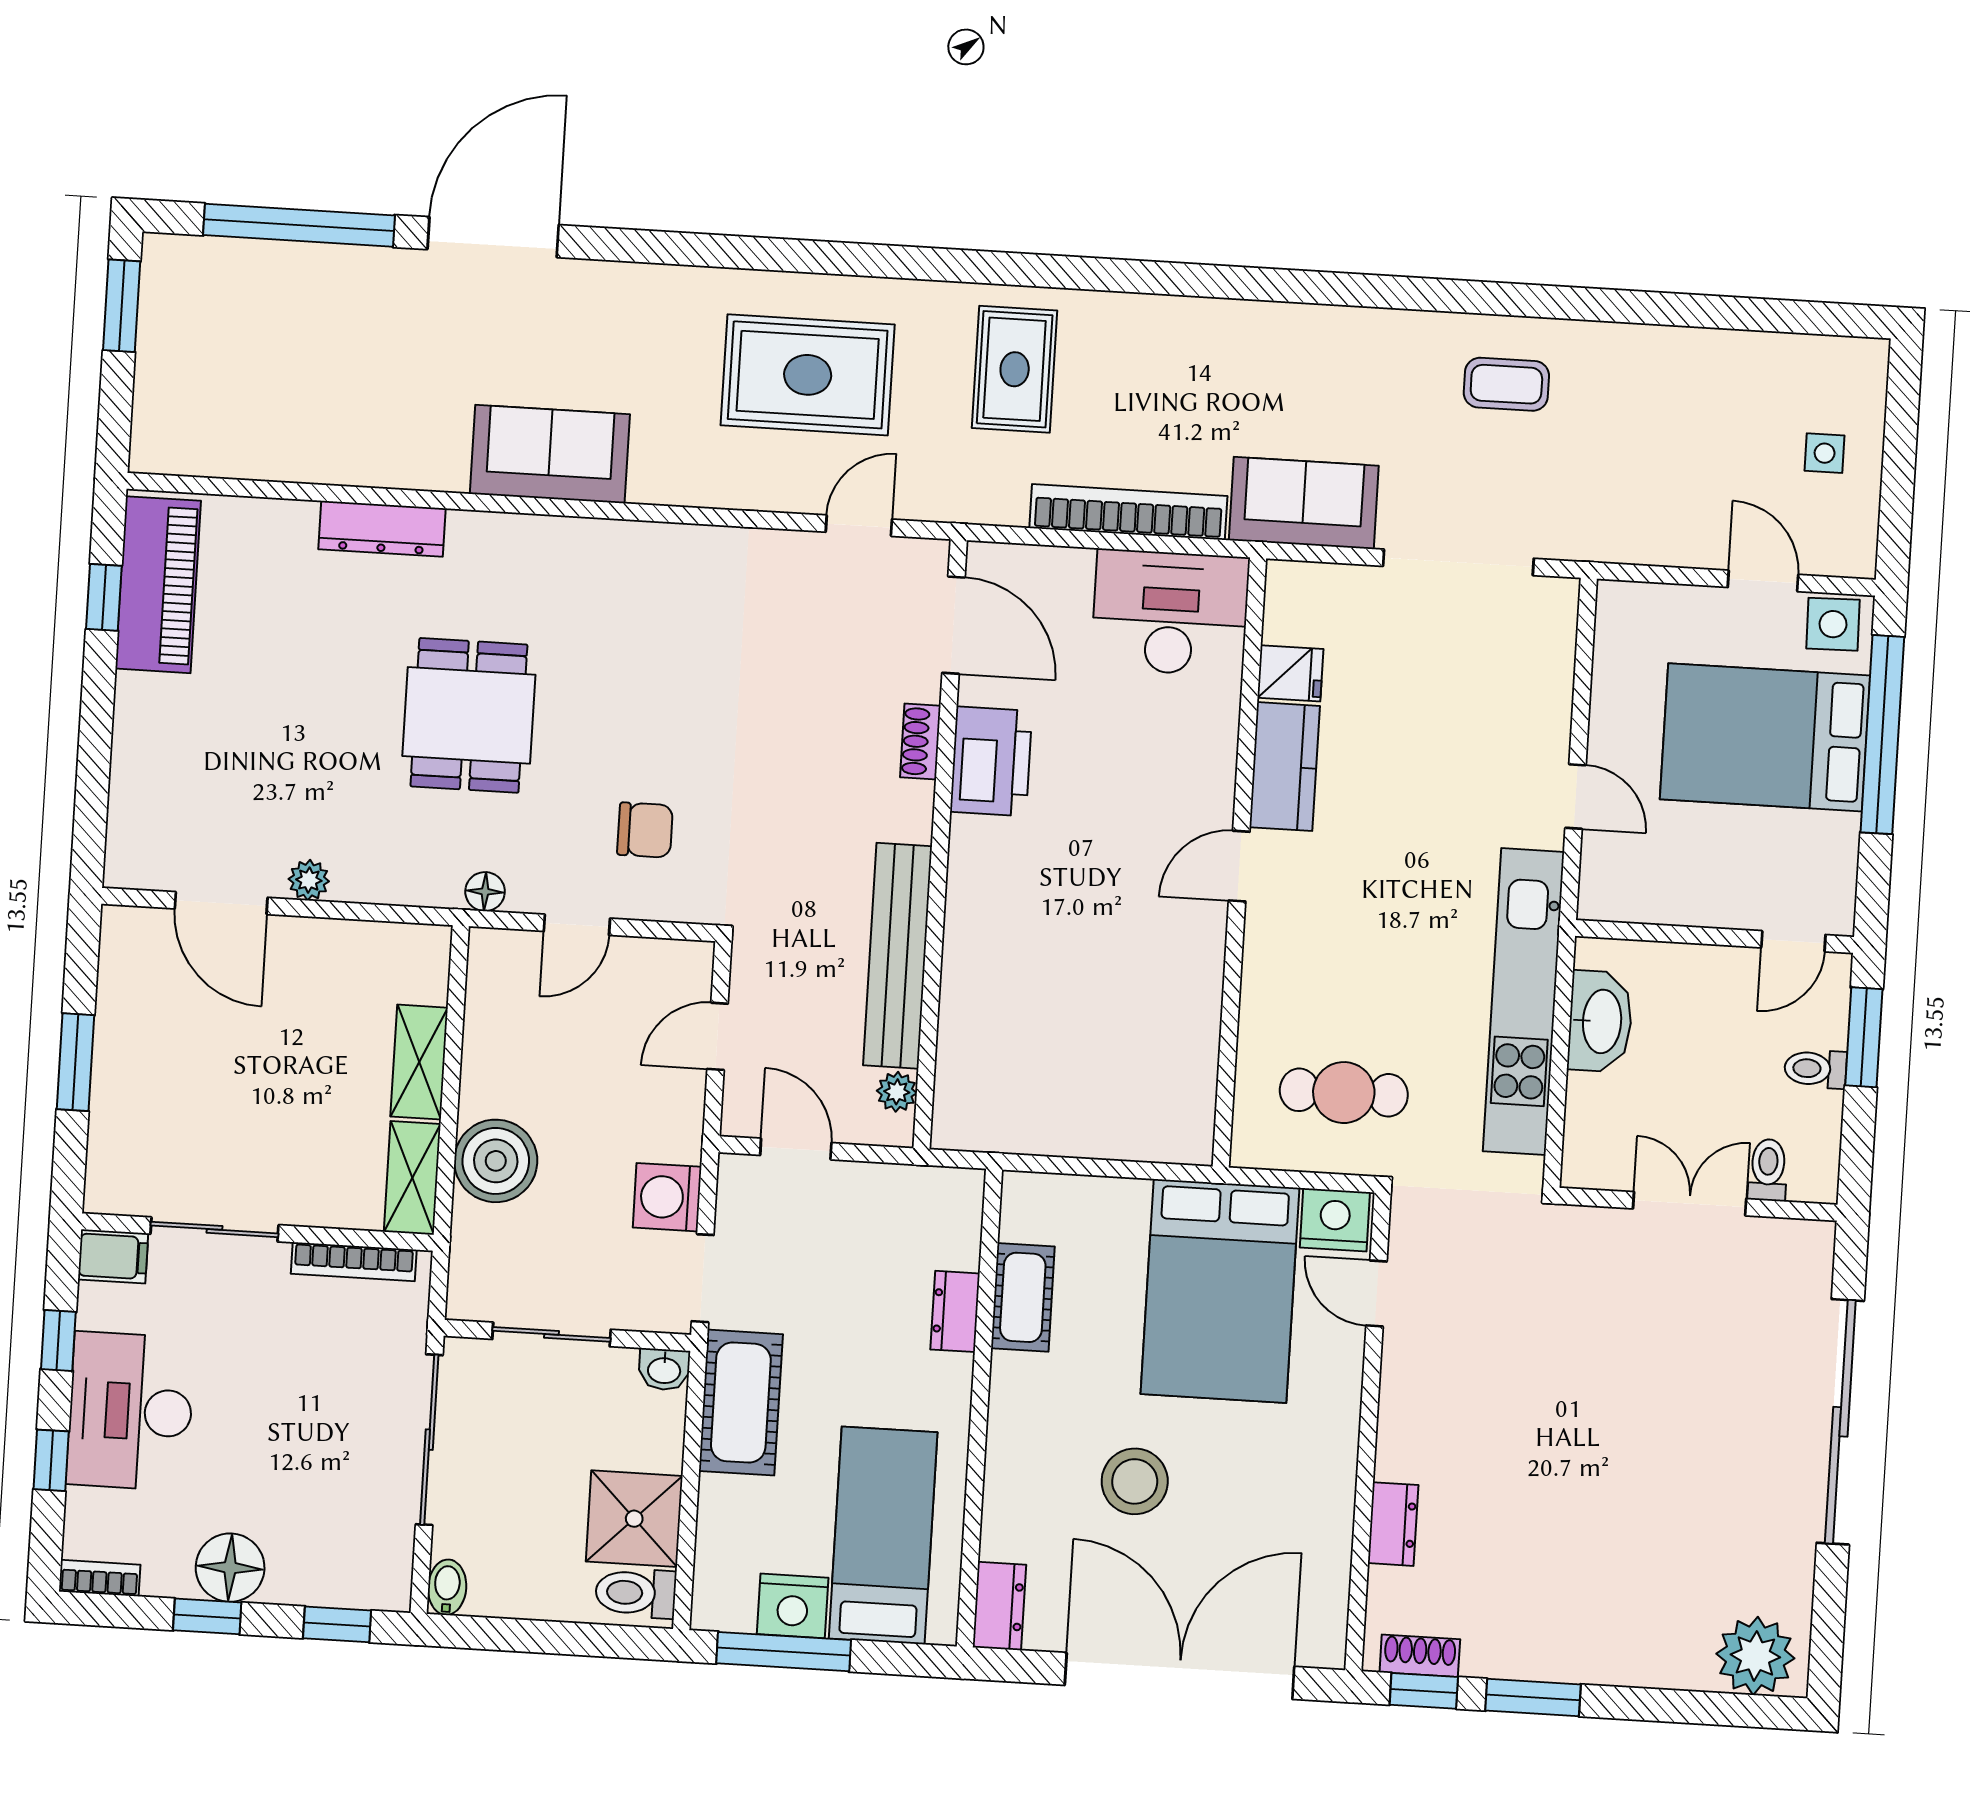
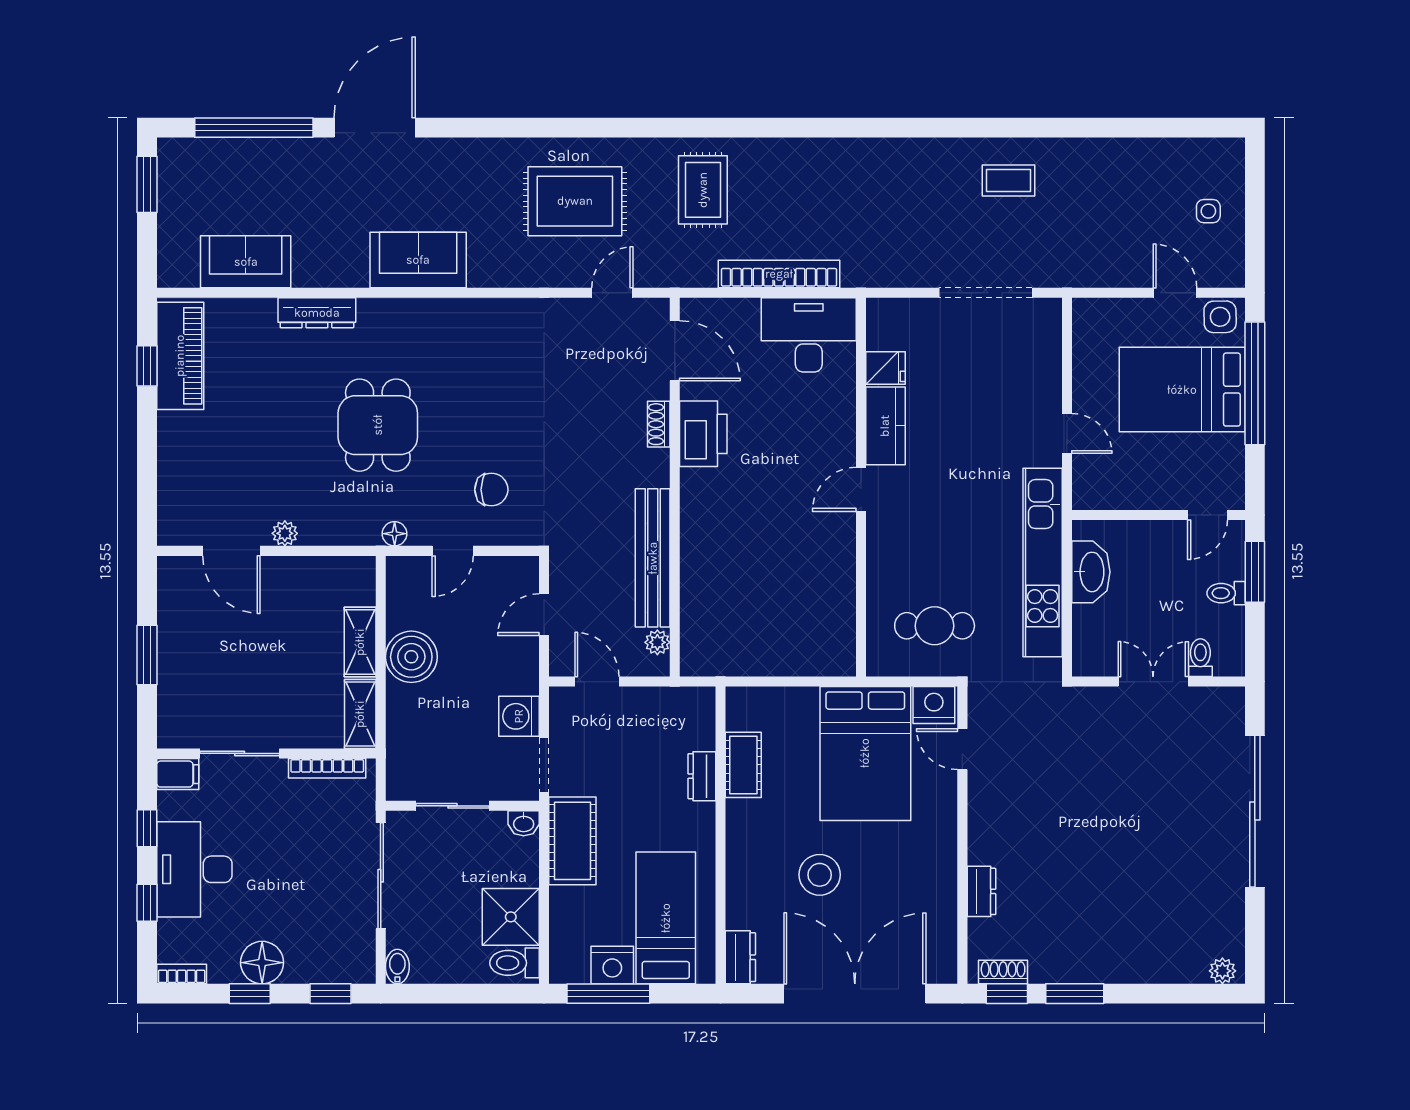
sofa: (1304, 503) -> (246, 262), moved
boiler: (496, 1161) -> (411, 657), moved
plant: (1755, 1656) -> (1222, 971), width x0.53, depth x0.53

